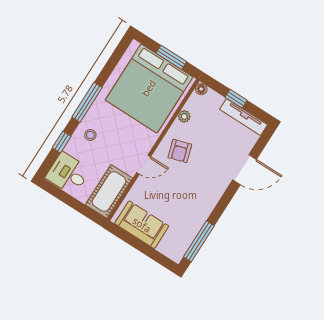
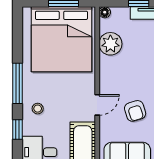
plant: (184, 116) -> (110, 44), width x1.88, depth x1.88
armchair: (180, 151) -> (135, 111), moved

